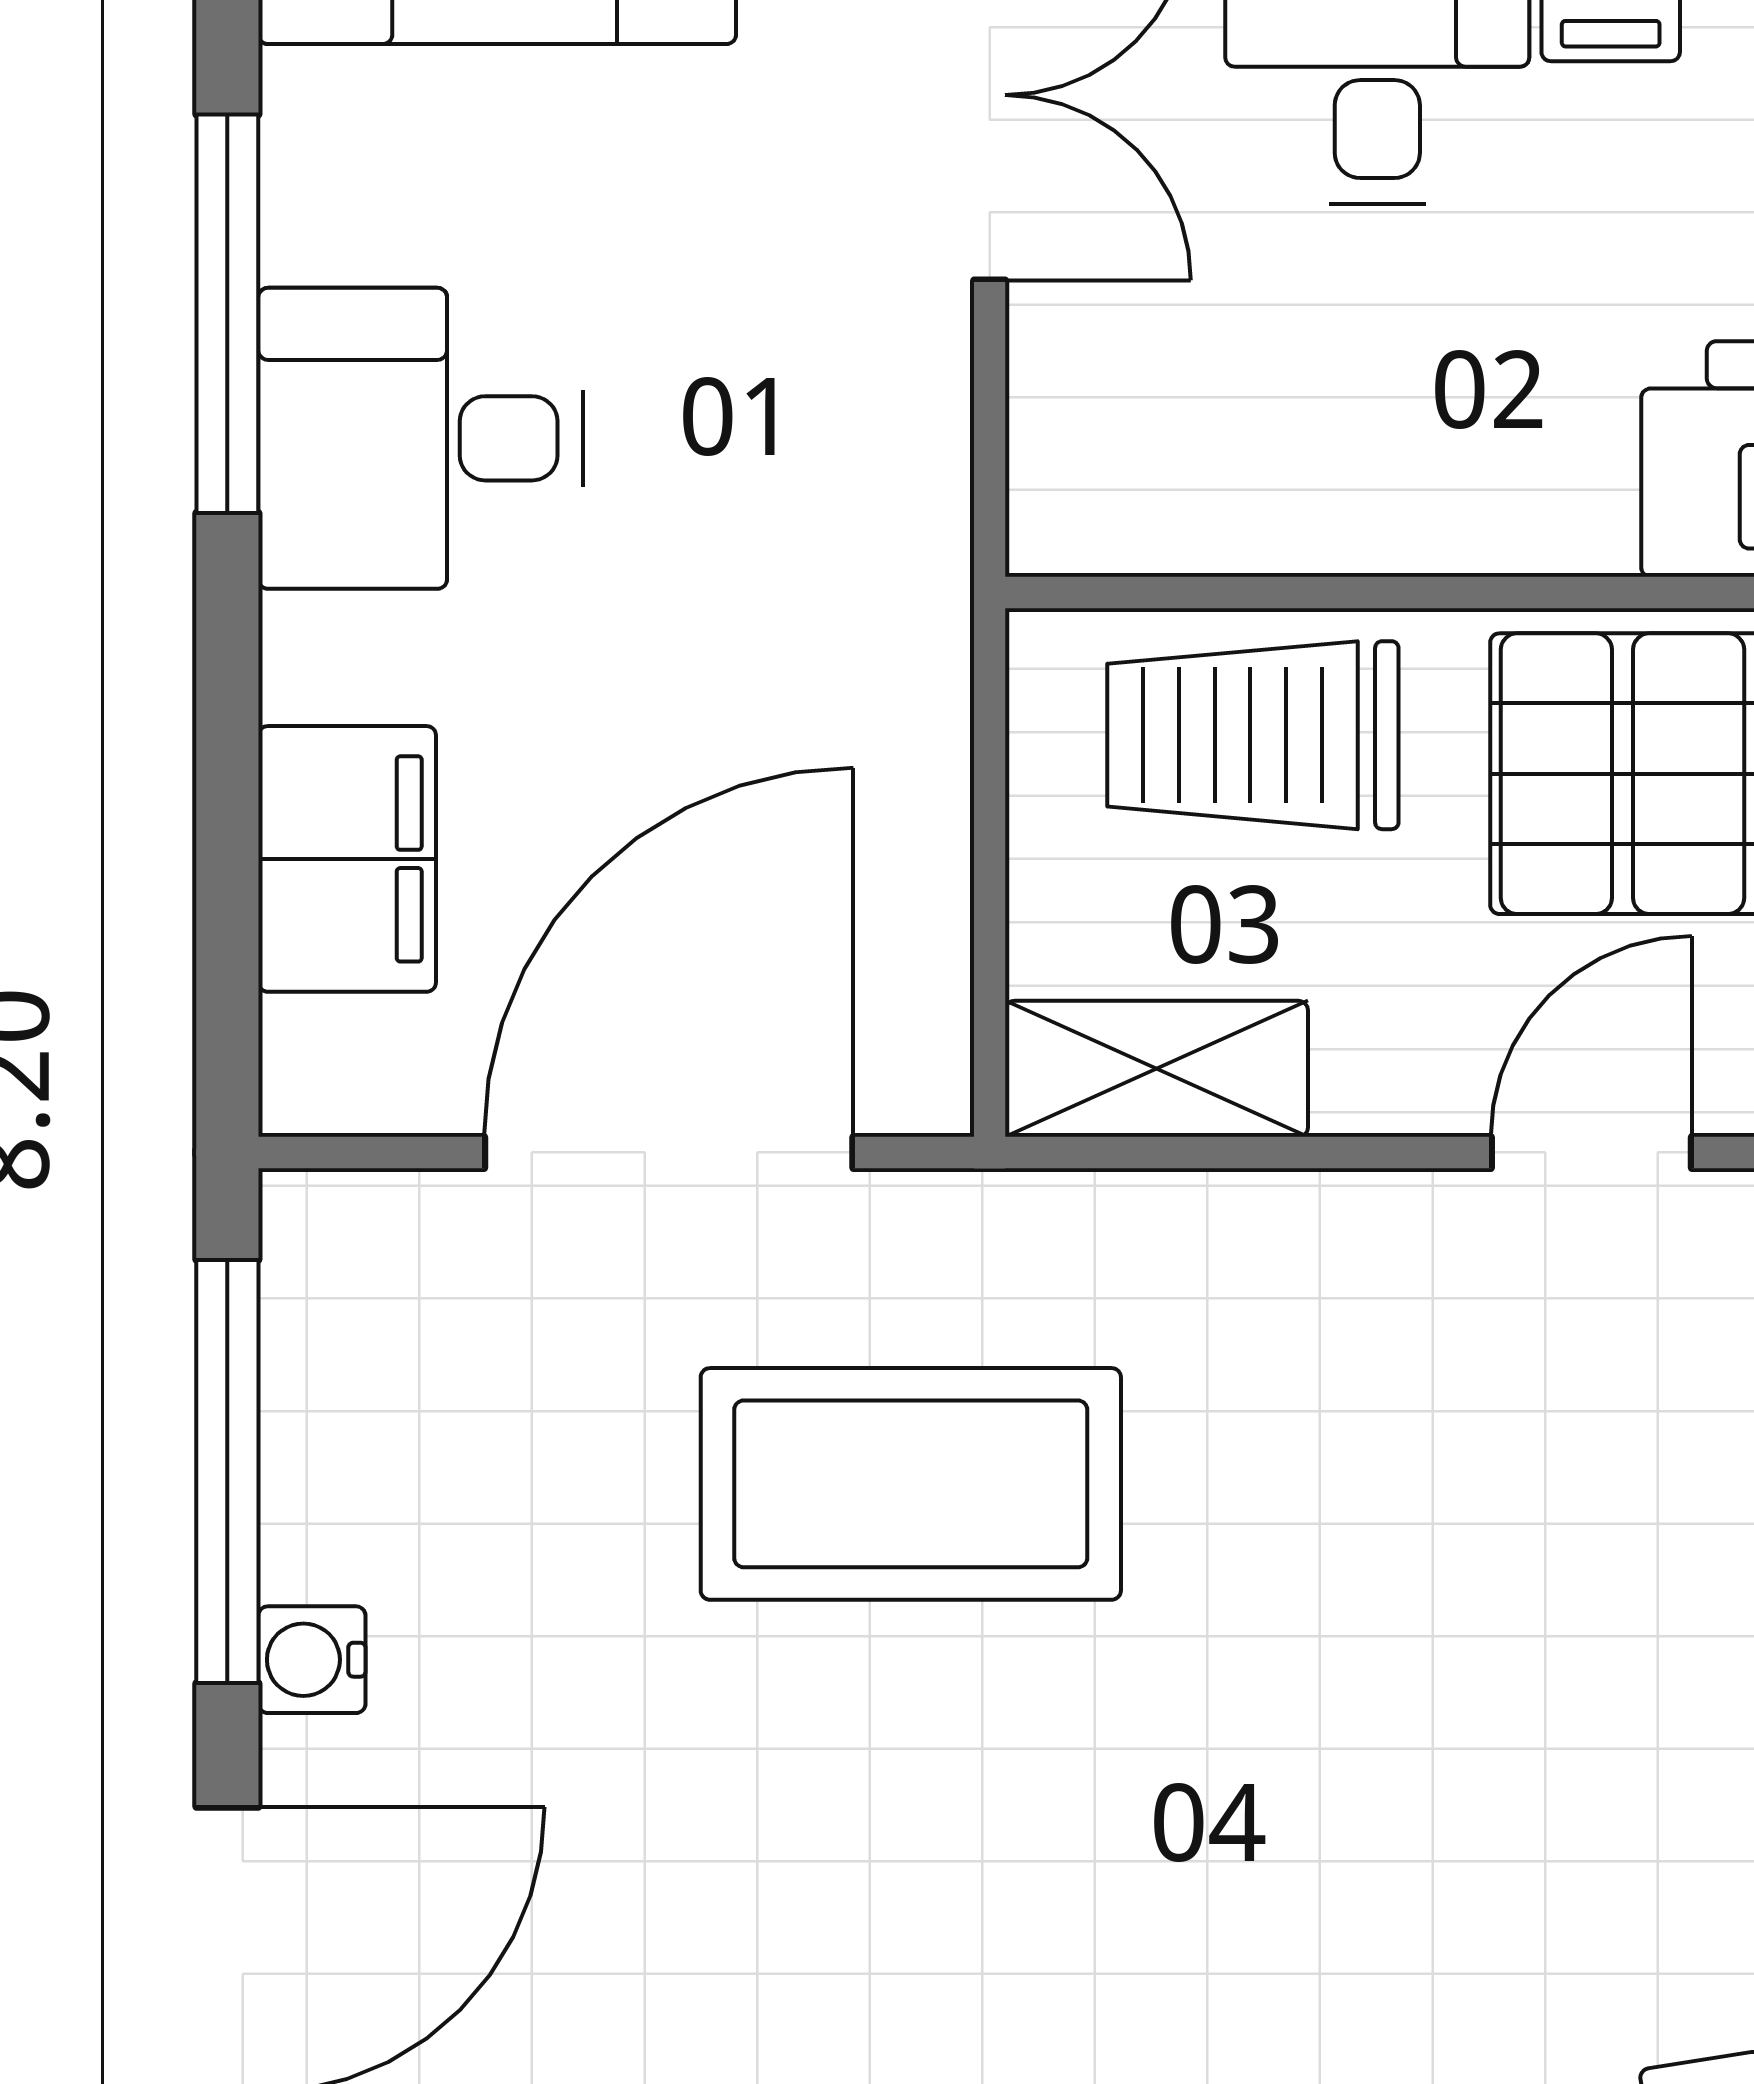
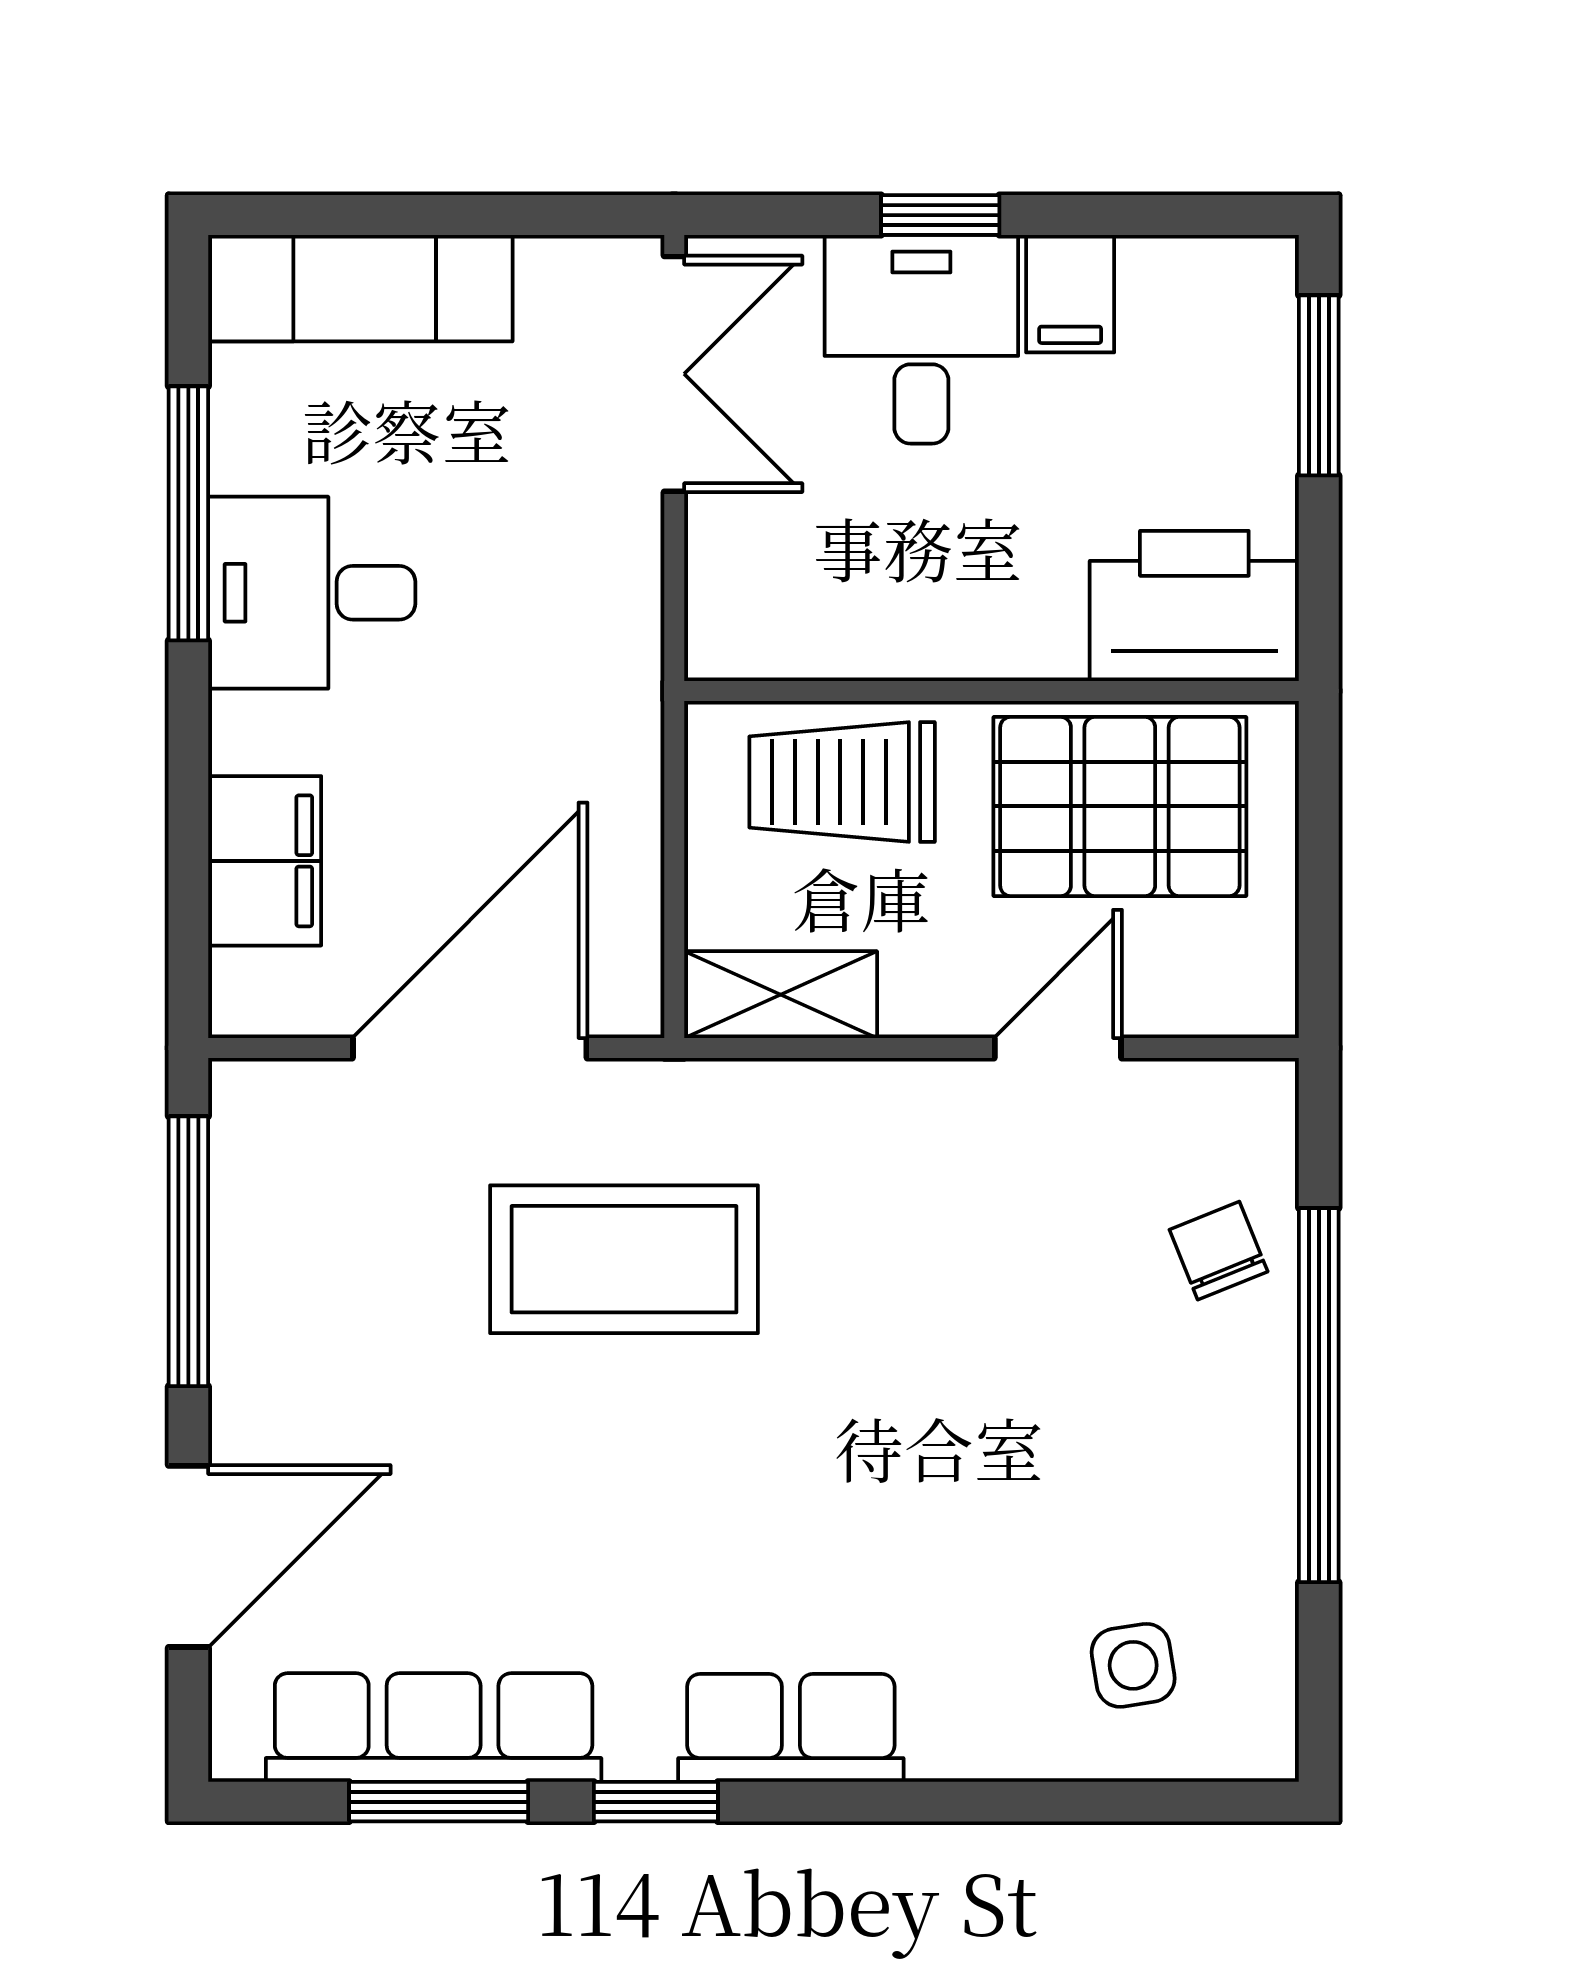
water cooler: (312, 1660) -> (242, 1371), removed

